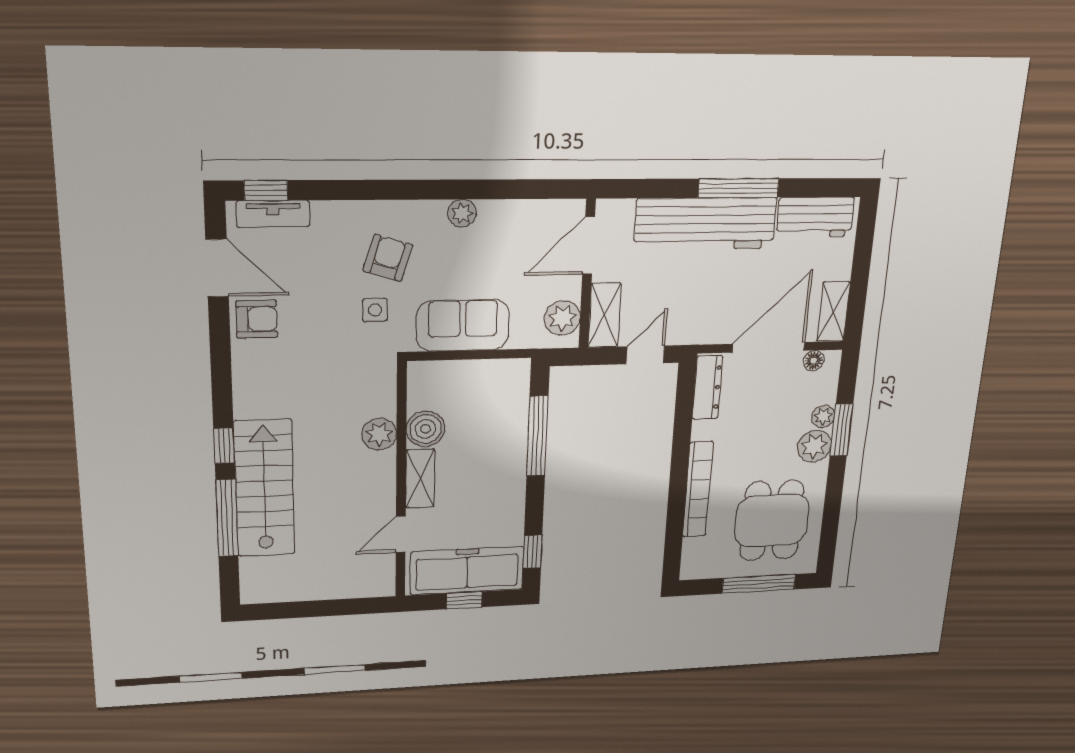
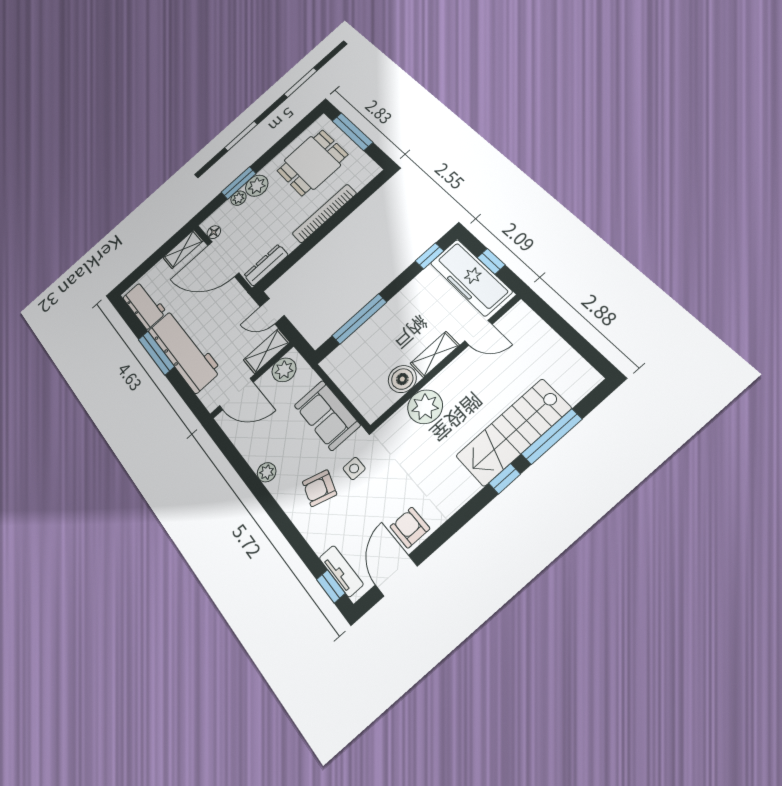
plant: (379, 434) -> (425, 407), width x1.36, depth x1.36

